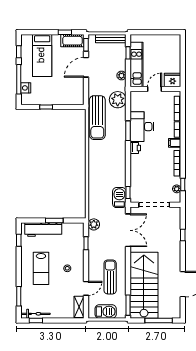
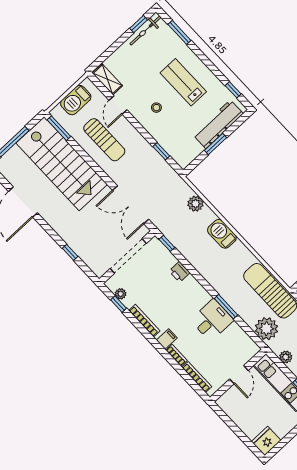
fridge: (173, 80) -> (266, 441), moved, turned 180
desk: (142, 127) -> (212, 320), width x0.73
printer: (135, 148) -> (180, 272), moved
barbecue: (119, 198) -> (222, 234), moved, turned 180
plant: (94, 224) -> (195, 204), moved

